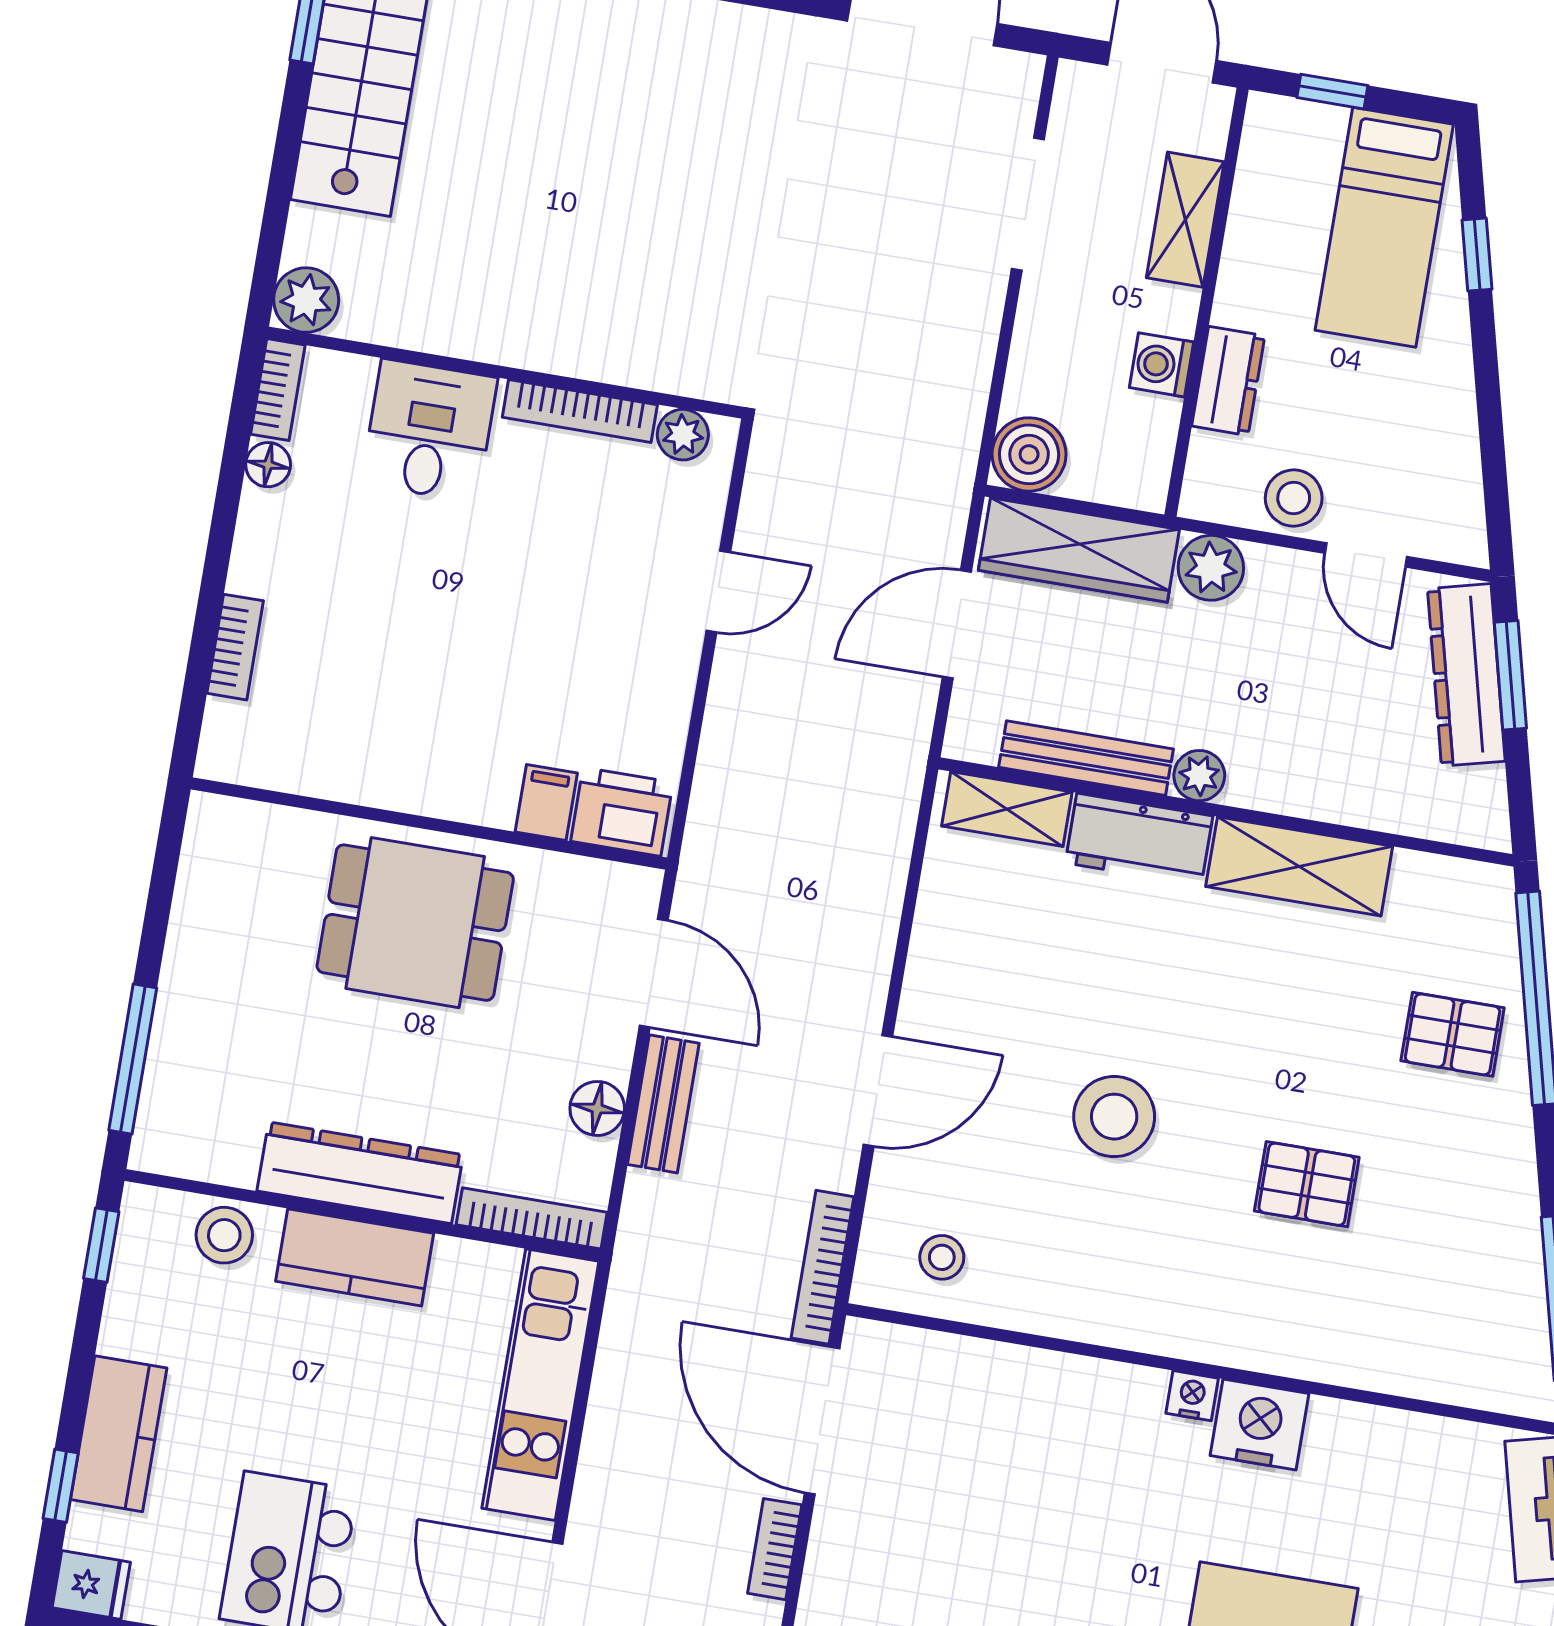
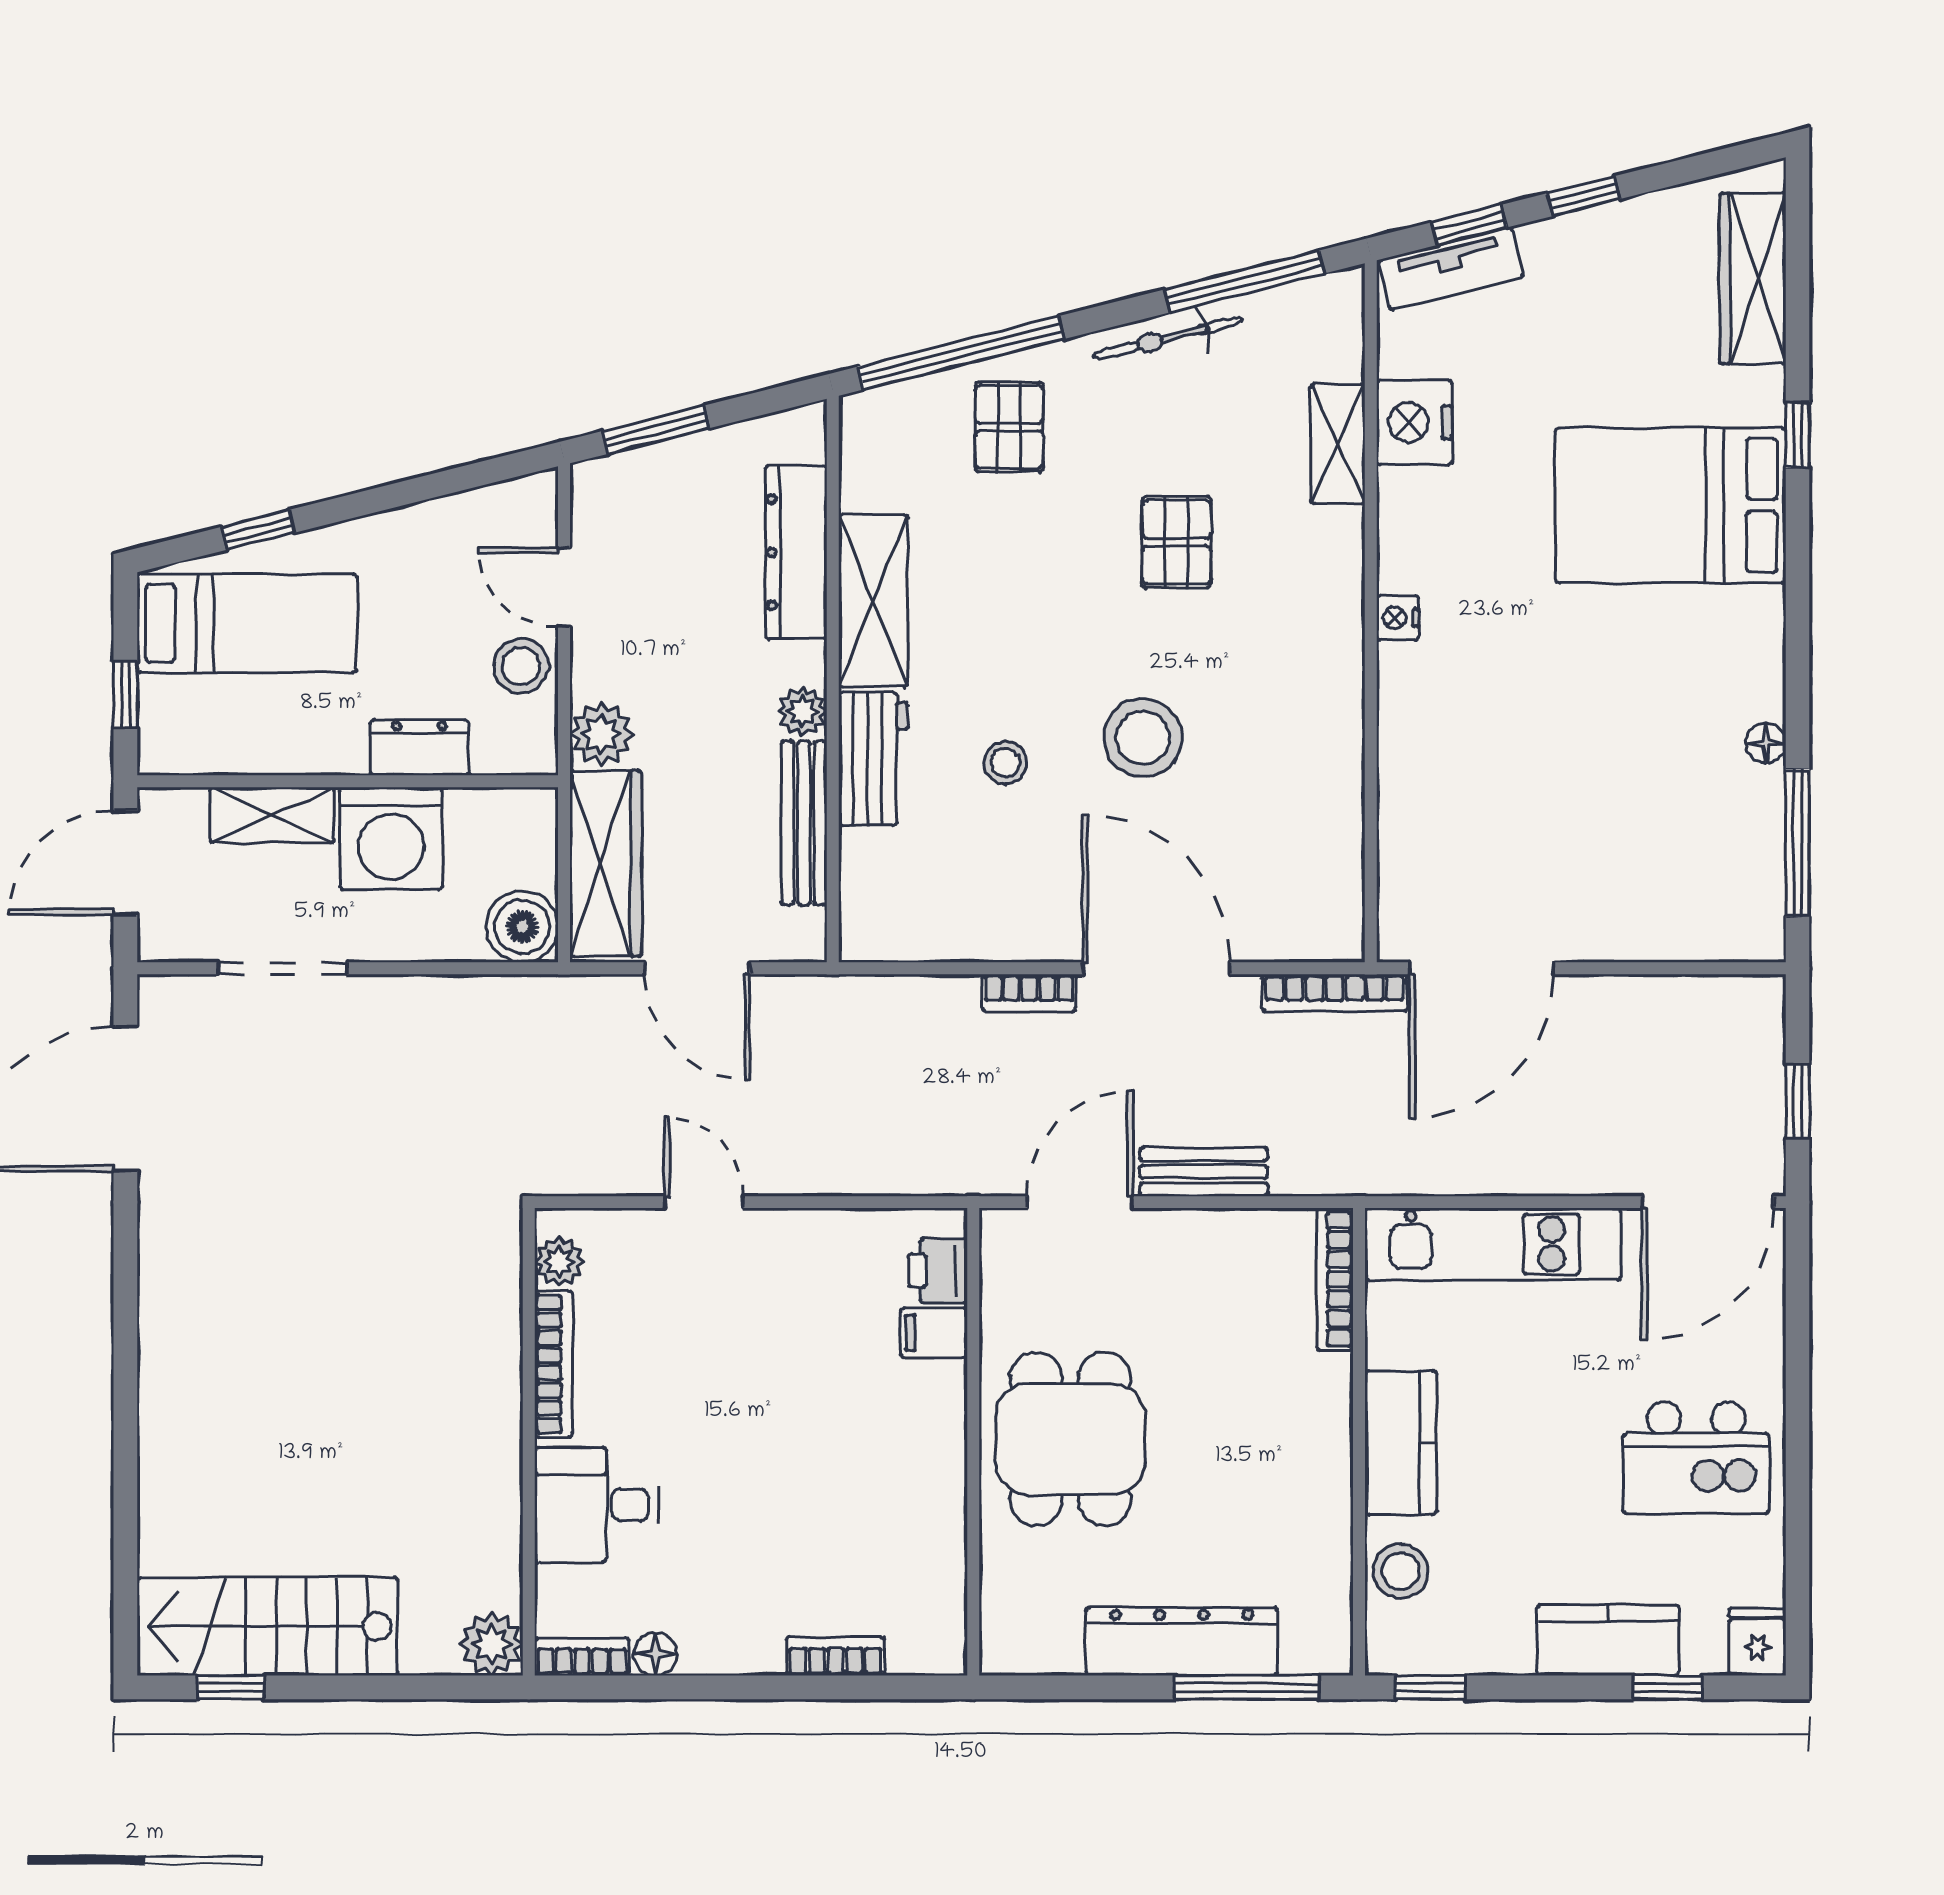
washing machine: (1161, 365) -> (391, 838), width x1.89, depth x1.89
door: (1366, 555) -> (564, 588), swing flipped
dresser: (1466, 675) -> (796, 552), moved, turned 104
shelving: (1007, 809) -> (1338, 444), moved
printer: (622, 812) -> (938, 1271), width x0.73, depth x0.81
door: (878, 1091) -> (1156, 968), width x1.36
floor lamp: (597, 1108) -> (1219, 1234), removed
dresser: (360, 1173) -> (1182, 1641), moved, turned 90
bicycle: (1515, 1211) -> (1168, 338), added
stool: (942, 1257) -> (1005, 763), moved
nightstand: (1260, 1425) -> (1414, 422), moved
bookcase: (775, 1549) -> (1029, 993), moved

